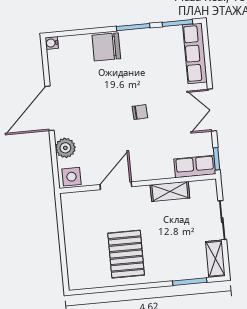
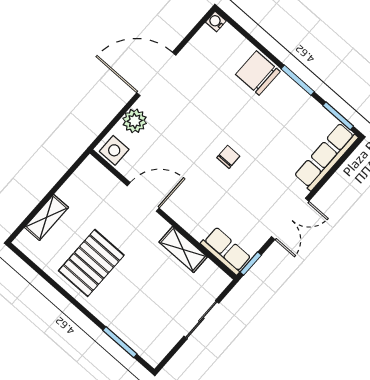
double door: (212, 110) -> (290, 219), swing flipped
chair: (140, 112) -> (228, 157), turned -87
shelving: (215, 259) -> (46, 217), moved

